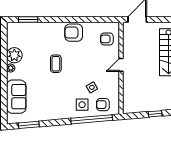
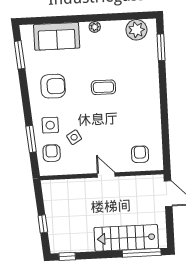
armchair: (74, 33) -> (53, 86), moved, turned 90
plant: (14, 55) -> (136, 30), moved
window: (92, 119) -> (31, 139), width x0.47

